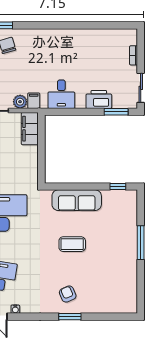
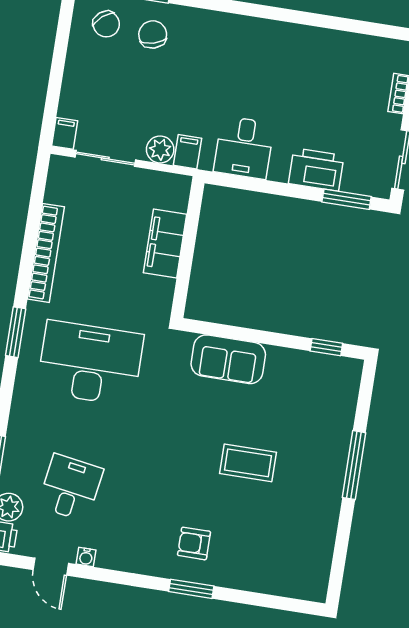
filing cabinet: (30, 129) -> (165, 244), moved
sofa: (77, 200) -> (228, 359), width x0.73
coffee table: (72, 244) -> (248, 463), moved
armchair: (68, 294) -> (194, 543), turned -66

